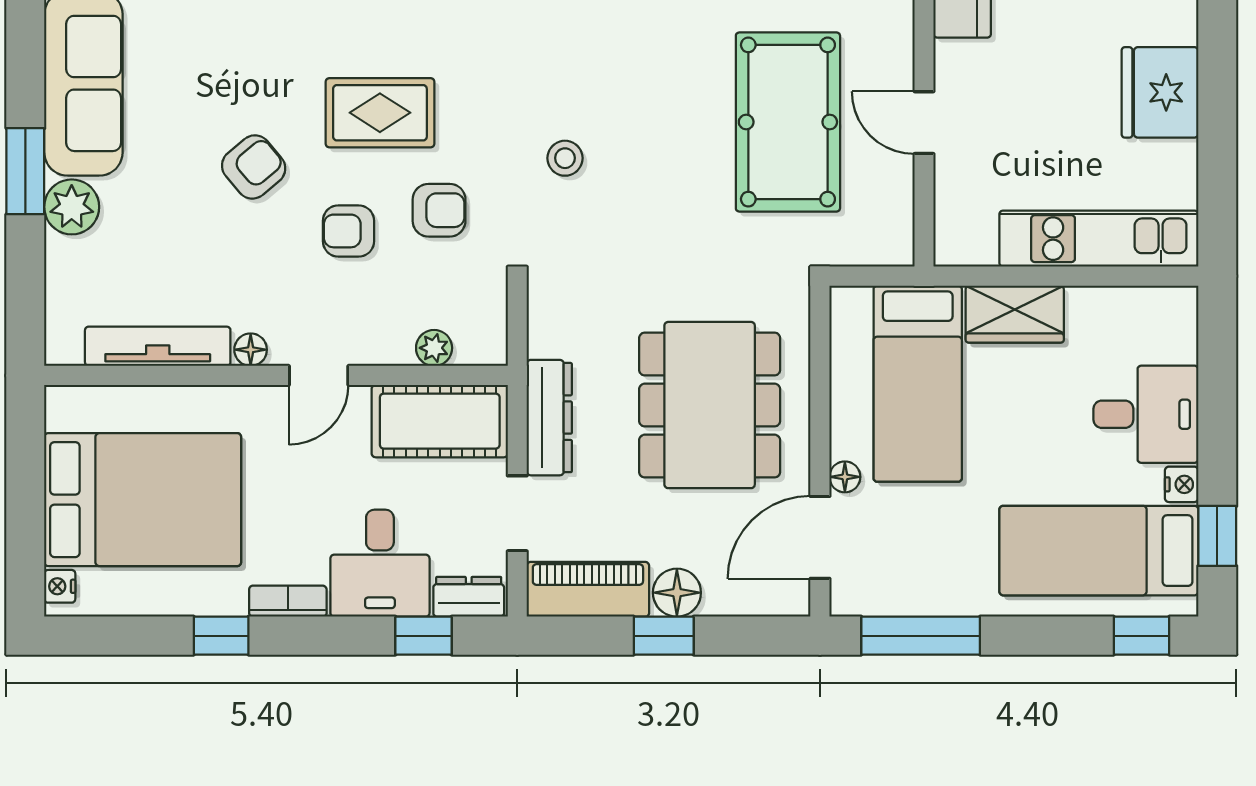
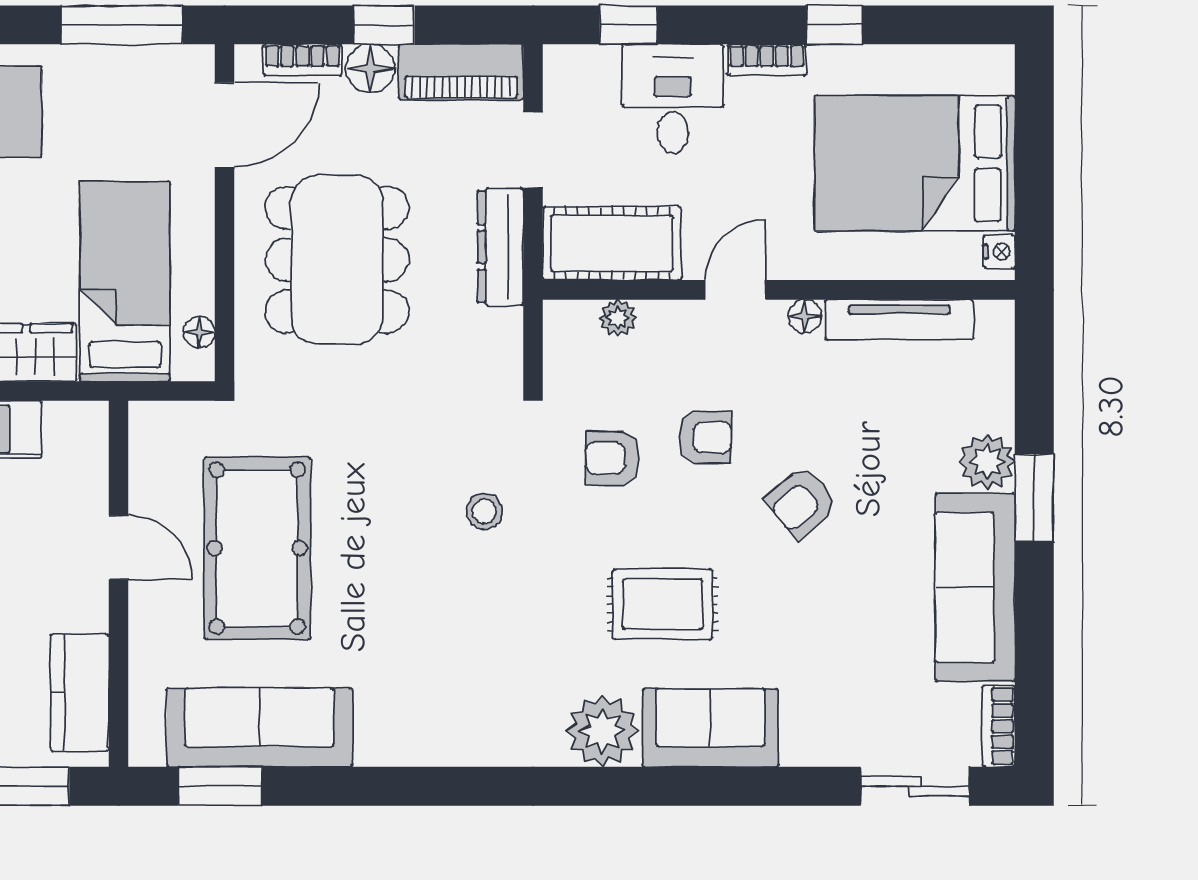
rug: (380, 113) -> (663, 604), moved
floor lamp: (845, 477) -> (199, 332), moved
nightstand: (60, 586) -> (999, 252), moved
dresser: (469, 597) -> (582, 64), removed
bookcase: (743, 601) -> (303, 60), added

